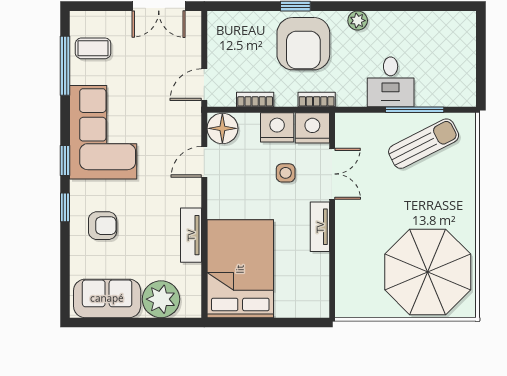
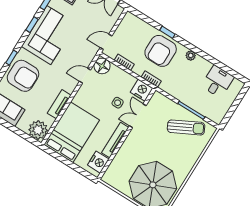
desk: (391, 82) -> (218, 82), moved, turned 180
nightstand: (277, 127) -> (98, 162), moved, turned 90
window: (65, 160) -> (32, 25), moved
double door: (332, 174) -> (138, 116), swing flipped
armchair: (103, 226) -> (23, 76), width x1.88, depth x1.88
tv unit: (320, 227) -> (115, 140), width x1.41
plant: (161, 299) -> (38, 130), moved

